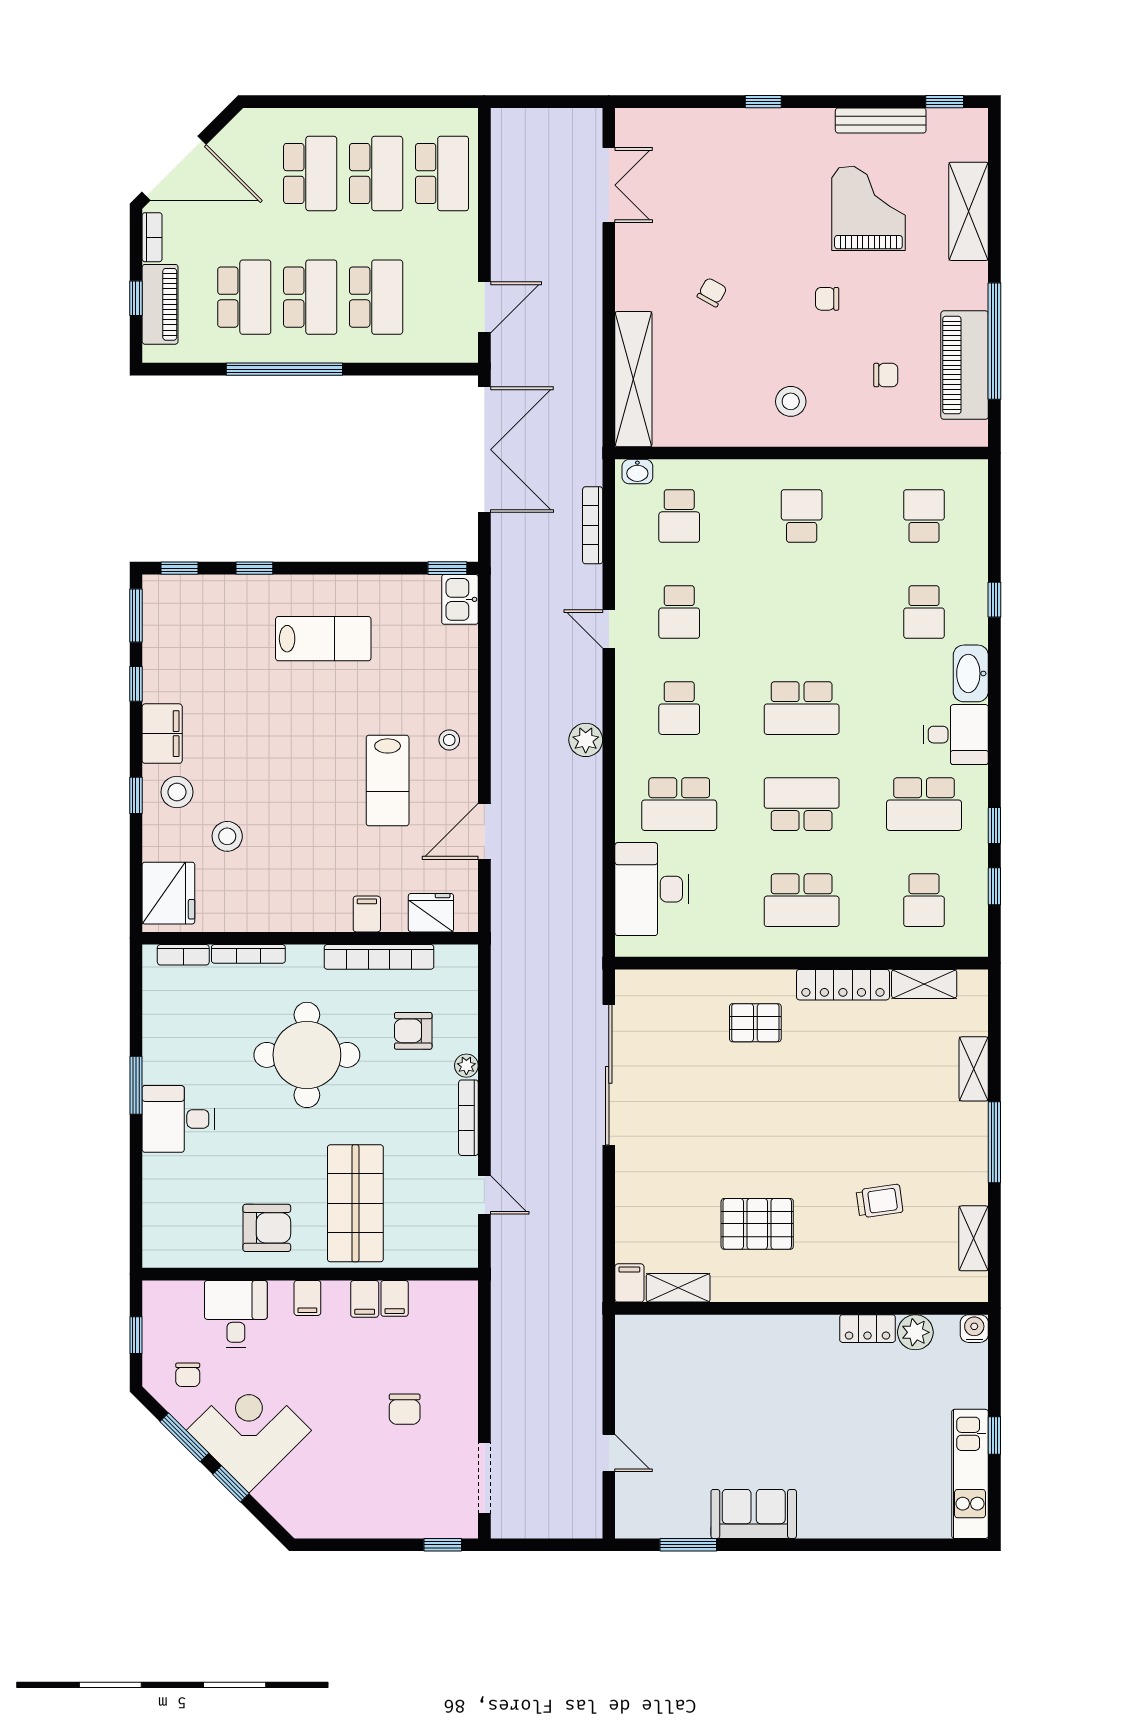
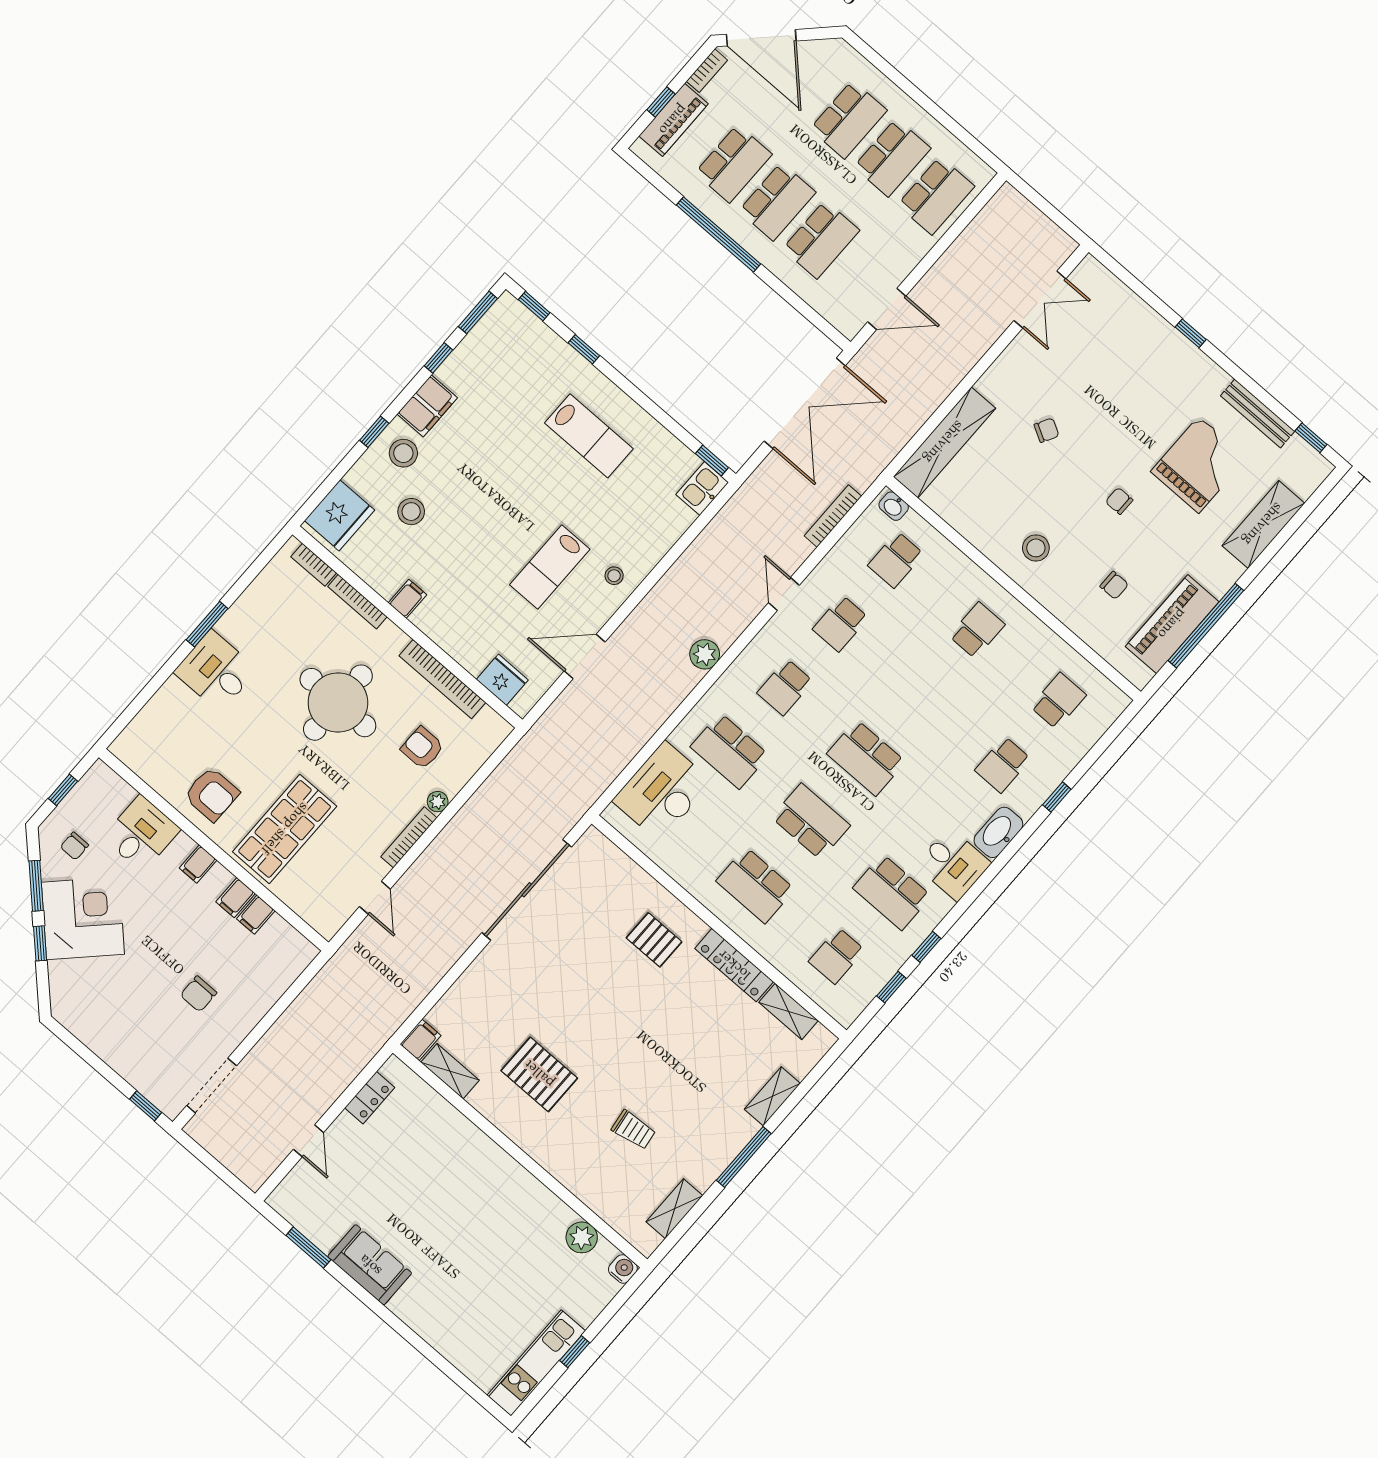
filing cabinet: (367, 914) -> (407, 599), moved
locker: (868, 1329) -> (370, 1098), moved, turned -90

